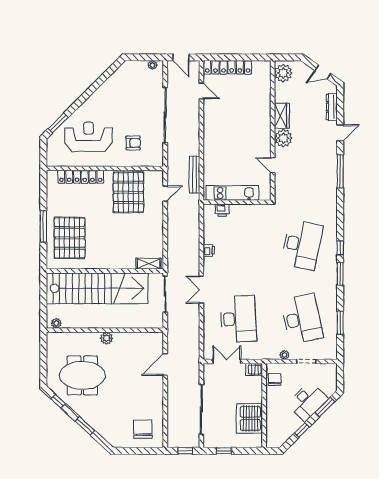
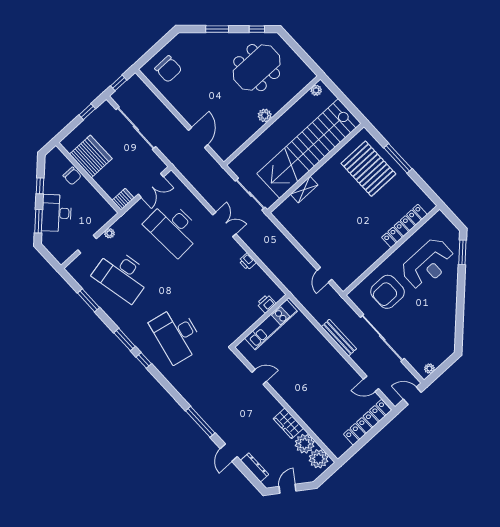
plant: (283, 138) -> (305, 444), moved
armchair: (133, 143) -> (387, 292), width x1.88, depth x1.88
bench: (194, 175) -> (339, 338), moved
pallet: (128, 192) -> (355, 249), removed
shelving: (149, 264) -> (304, 190), moved
chair: (275, 380) -> (72, 176), moved

